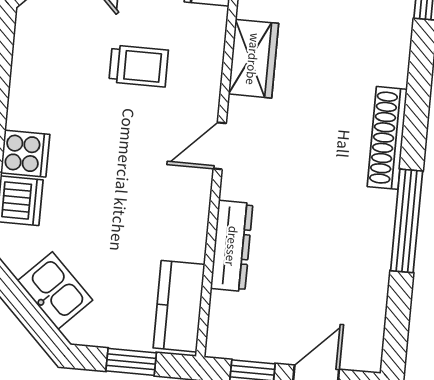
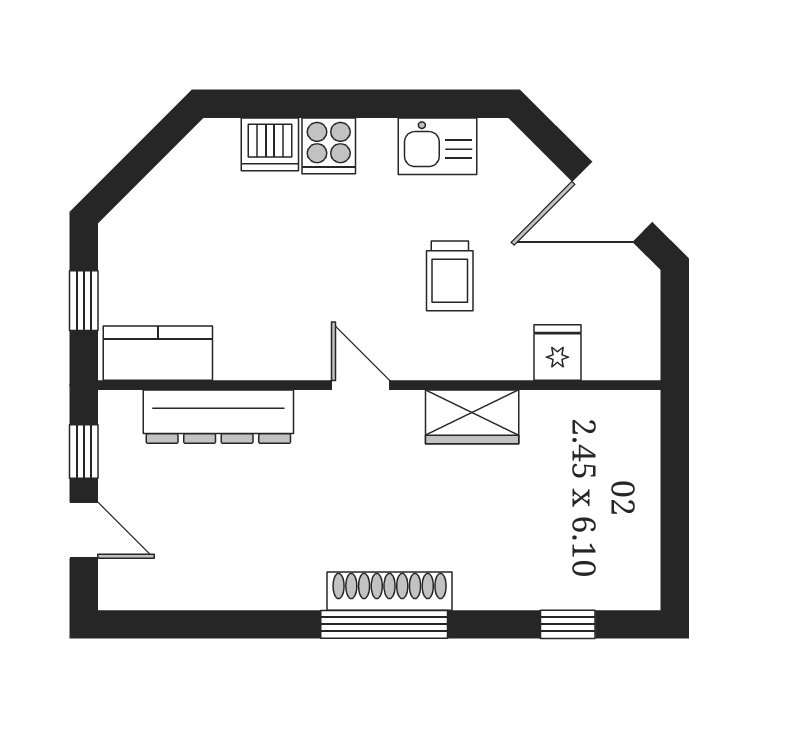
window: (407, 221) -> (384, 624), moved
dresser: (232, 246) -> (218, 417), width x1.37, depth x1.24
kitchen sink: (55, 291) -> (438, 146), moved, turned 45

